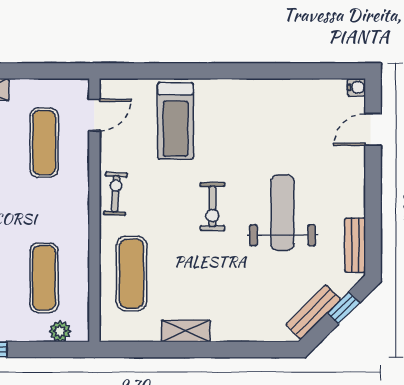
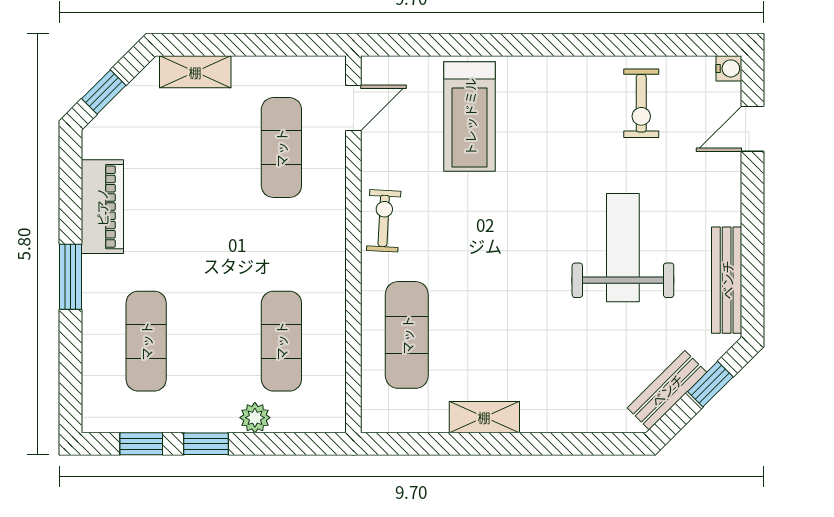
exercise bike: (212, 206) -> (641, 103), moved
bench: (355, 245) -> (727, 280), width x1.36
plant: (60, 331) -> (255, 418), moved

